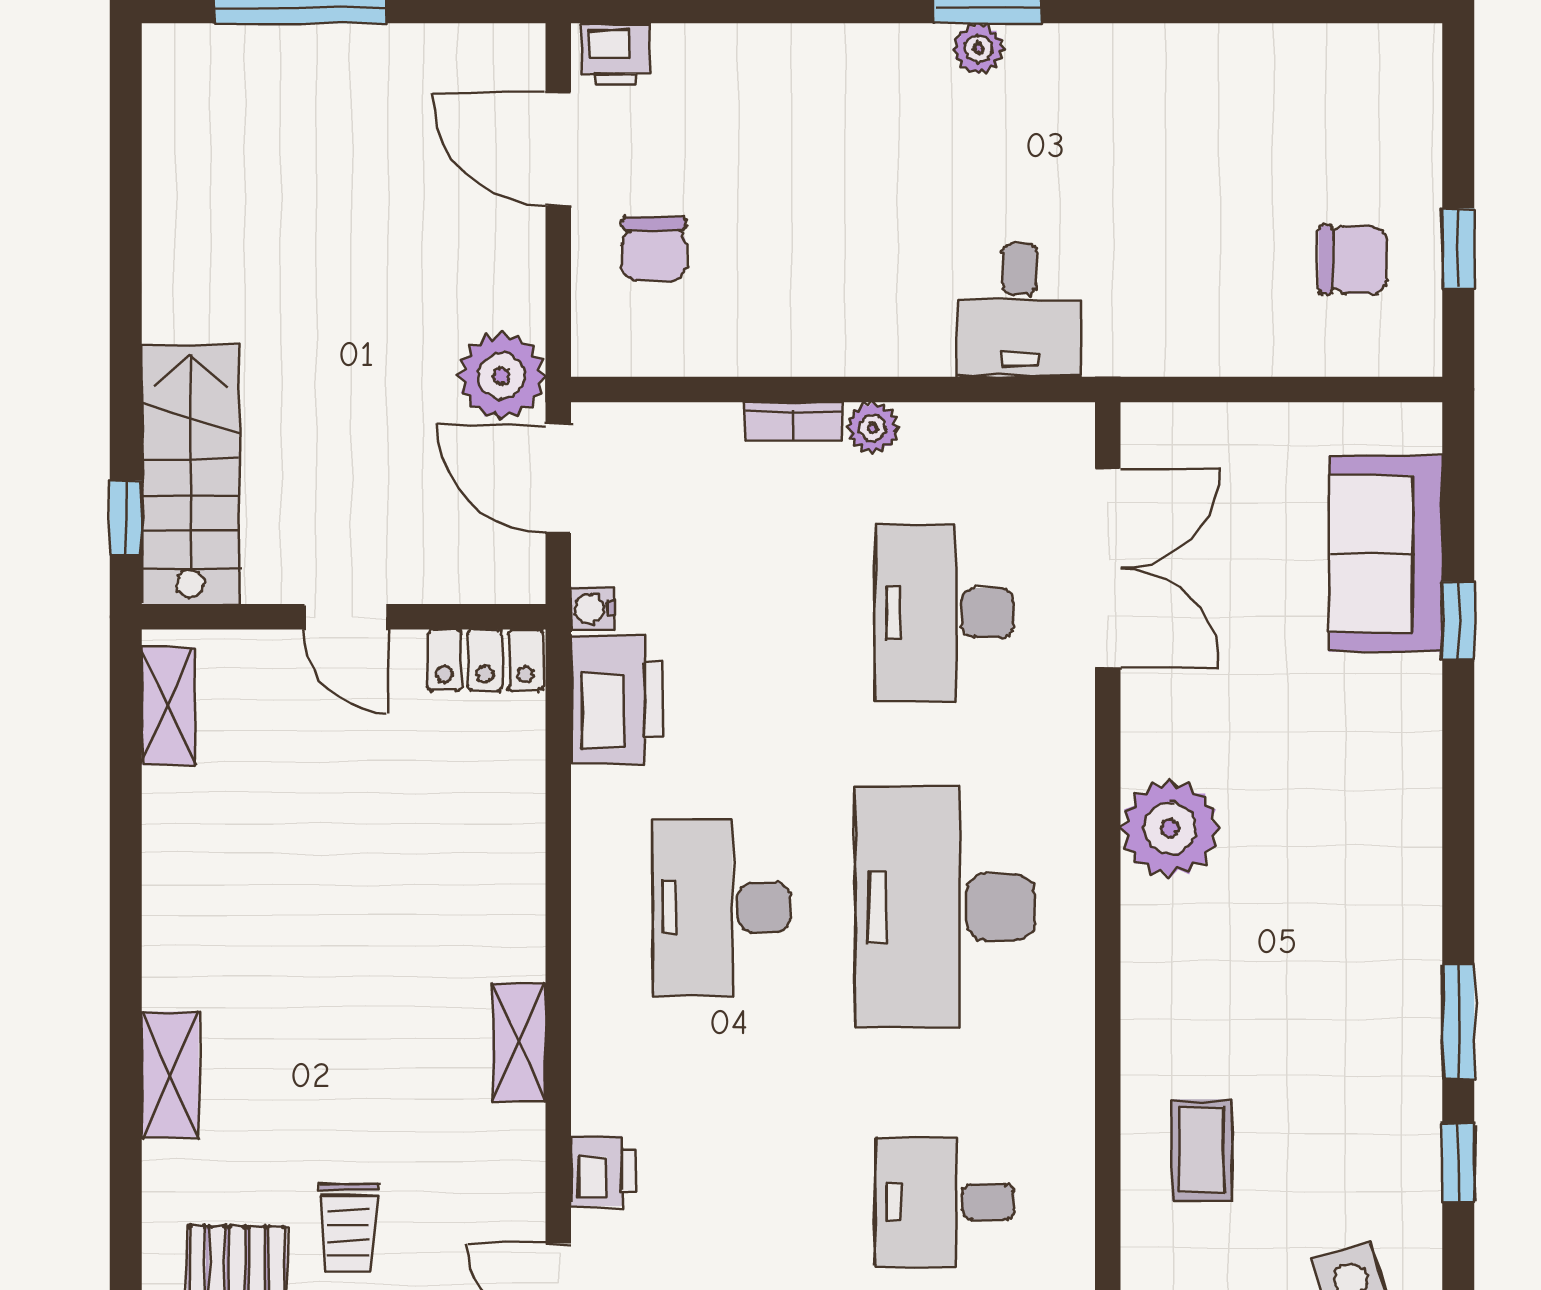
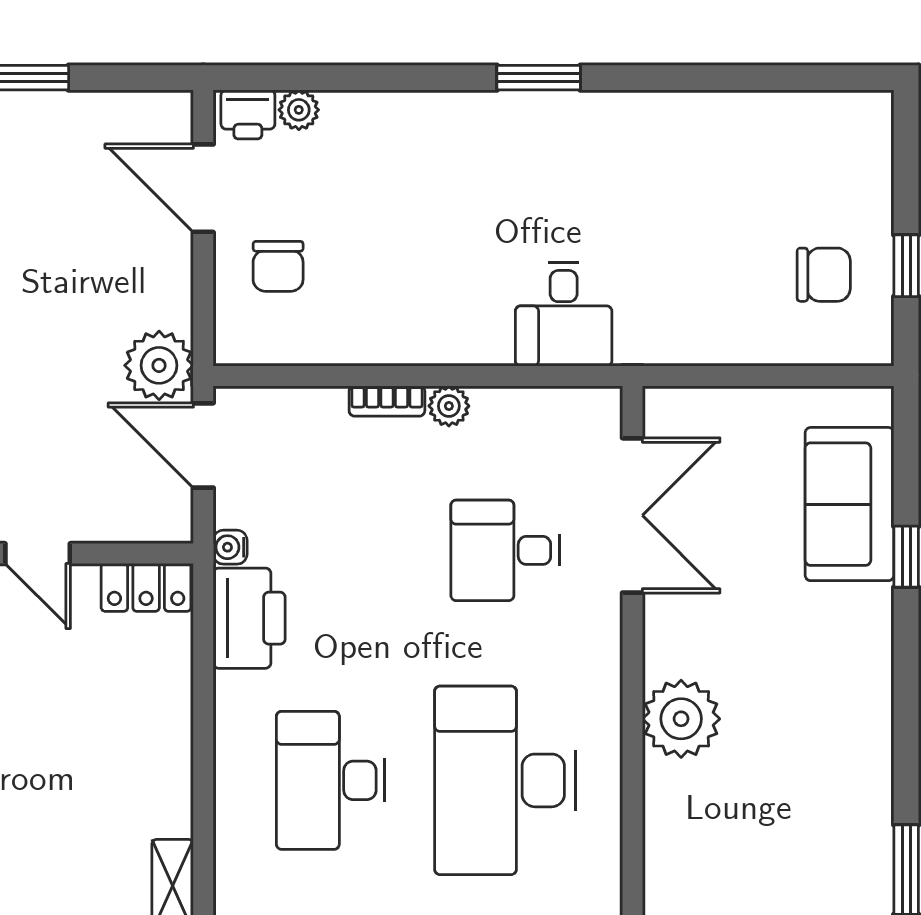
plant: (978, 49) -> (299, 110), moved
desk: (945, 613) -> (505, 550), width x0.73

